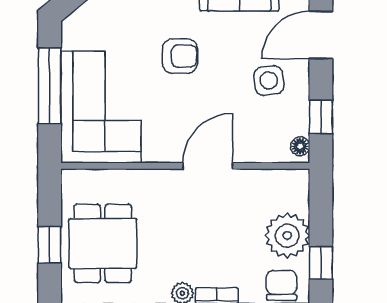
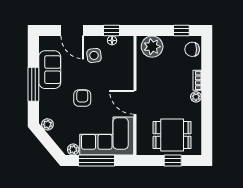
plant: (73, 37) -> (73, 149), added
floor lamp: (300, 146) -> (112, 40), moved
door: (208, 166) -> (135, 102), moved
plant: (287, 236) -> (152, 47), moved

